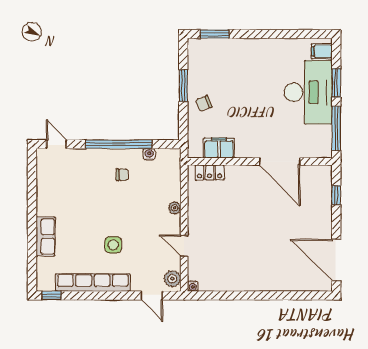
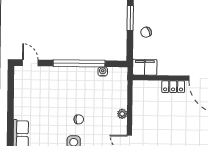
filing cabinet: (219, 148) -> (145, 67), moved
locker: (210, 172) -> (173, 87), moved
chair: (122, 175) -> (79, 119), moved

